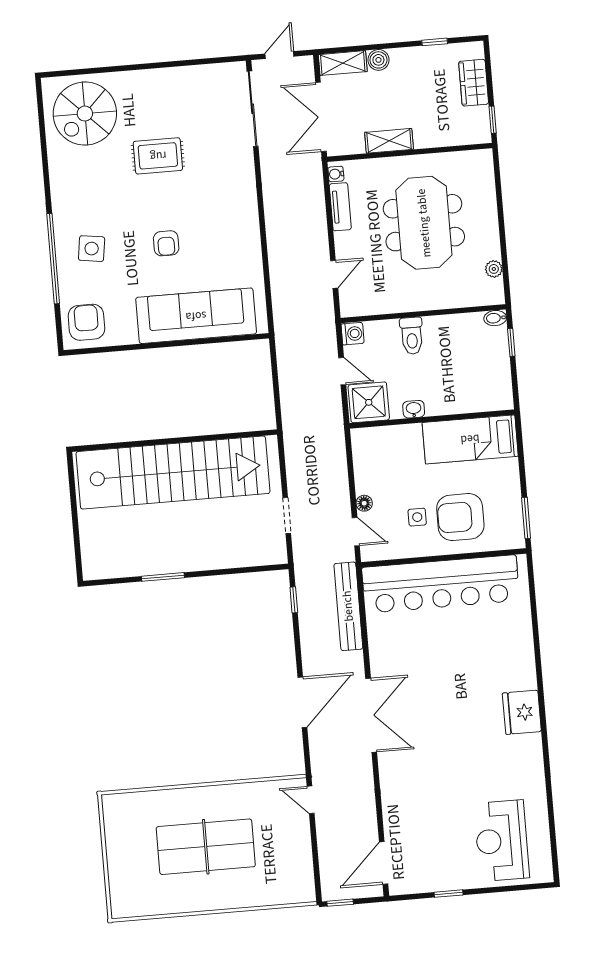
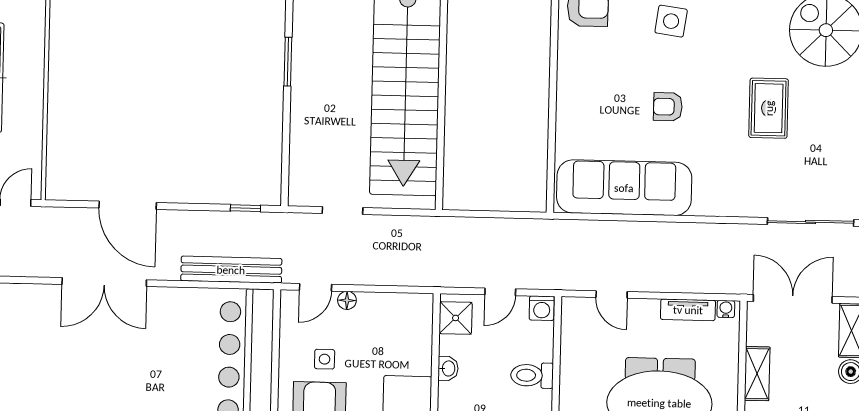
sofa: (196, 316) -> (624, 188), moved, turned -90
shower: (369, 402) -> (456, 318), width x0.73, depth x0.73

